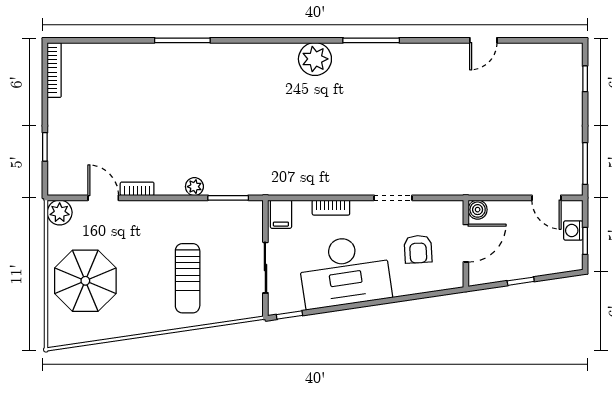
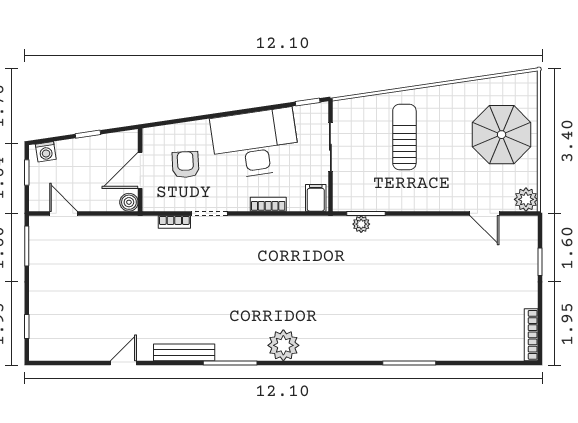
bench: (419, 52) -> (184, 352), added
plant: (194, 187) -> (361, 224), moved
bookcase: (137, 189) -> (174, 222), moved
washing machine: (573, 230) -> (46, 152), moved, turned 82

